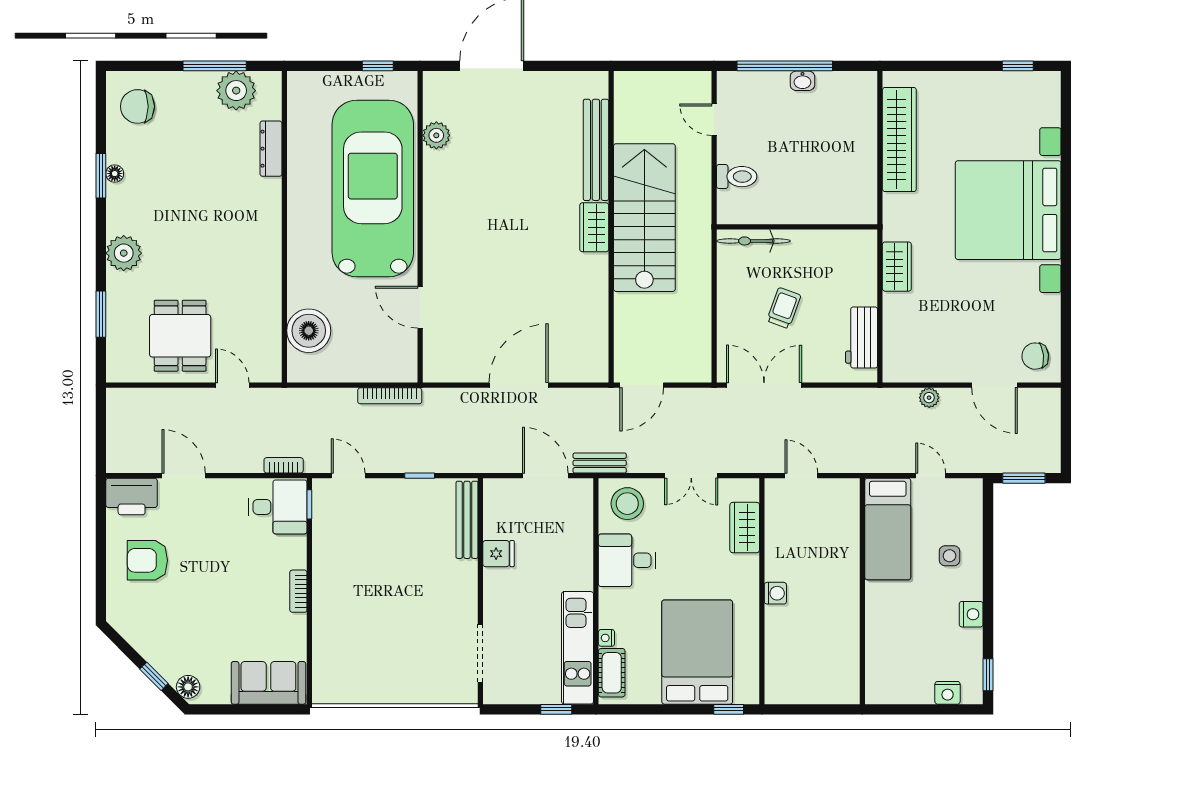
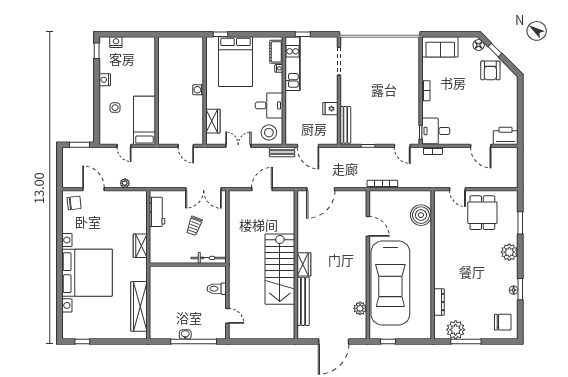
bench: (596, 150) -> (303, 301), moved
stairs: (644, 218) -> (280, 269), moved
wardrobe: (594, 227) -> (304, 264), moved
wall: (611, 227) -> (296, 265), moved
armchair: (147, 560) -> (490, 70), moved, turned 90

